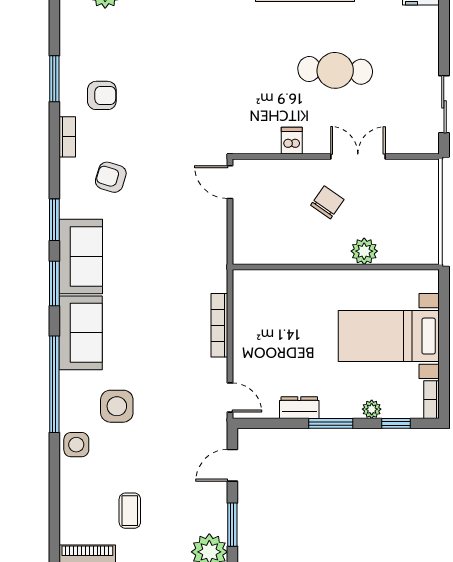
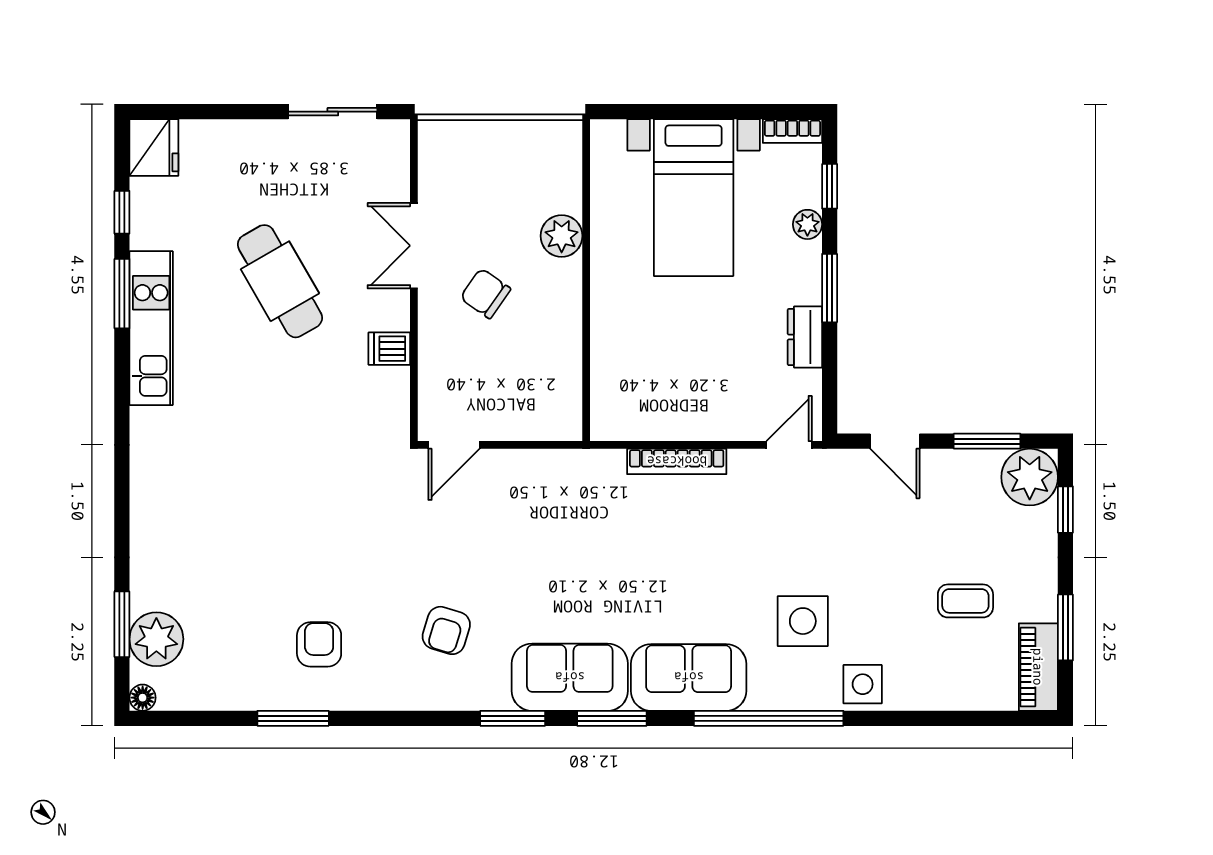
cafe table: (335, 70) -> (280, 281), turned -33
bookcase: (67, 137) -> (384, 698), removed

